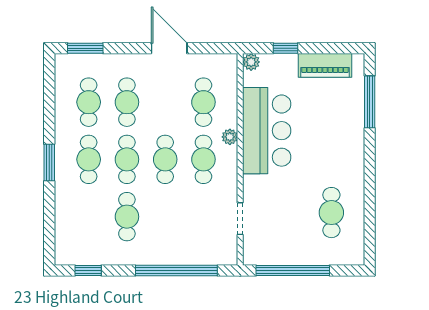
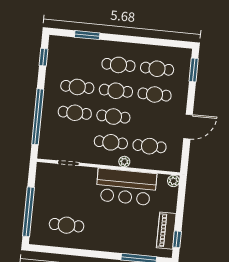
window: (286, 48) -> (177, 239), moved
window: (49, 162) -> (87, 35), moved
cafe table: (165, 217) -> (75, 113), added
window: (293, 270) -> (28, 212), moved

